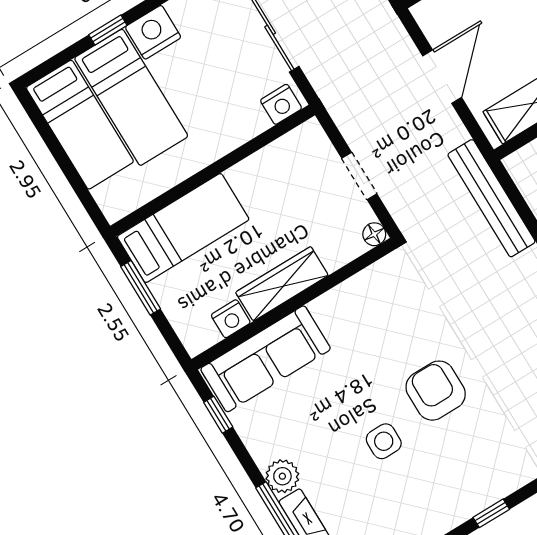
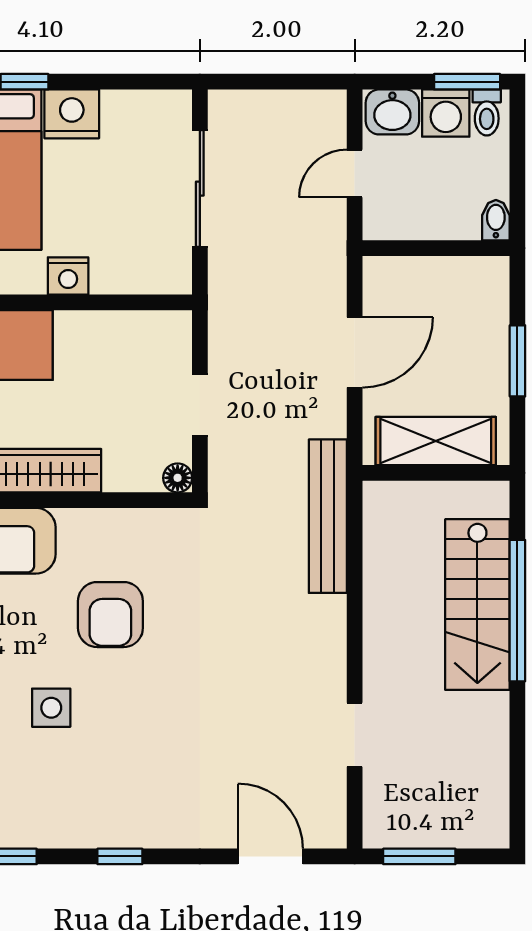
nightstand: (281, 104) -> (68, 276), moved
armchair: (436, 391) -> (110, 615), moved, turned 180

